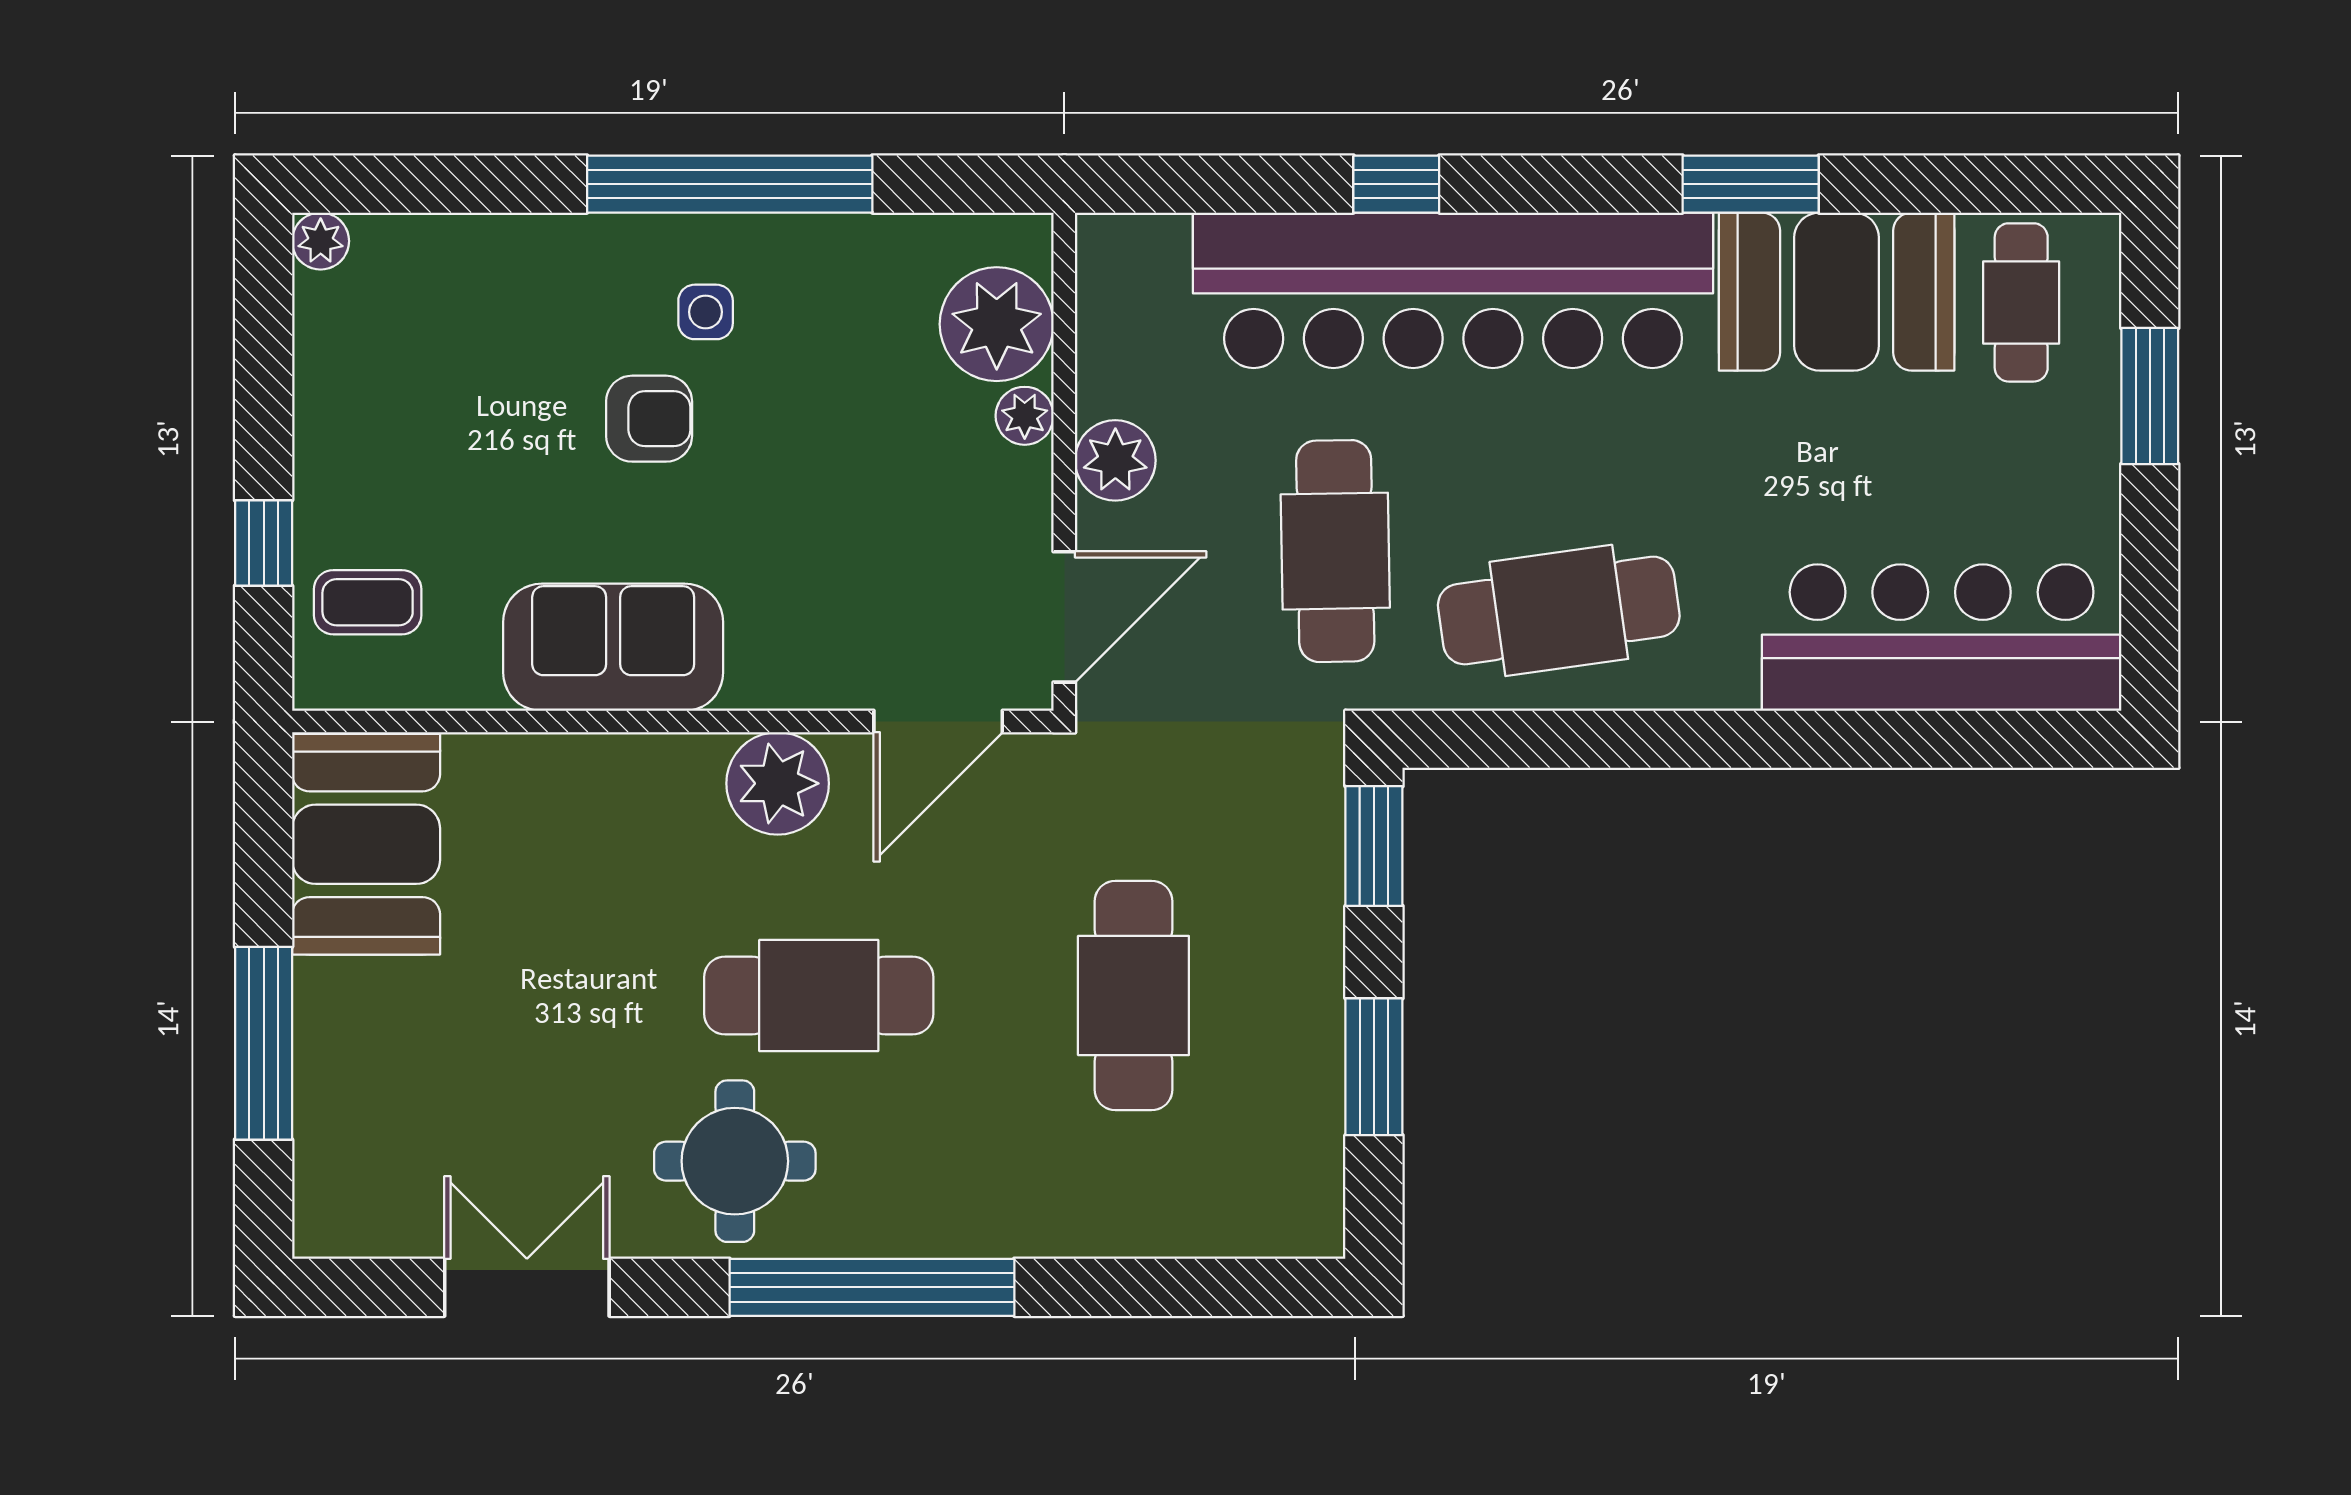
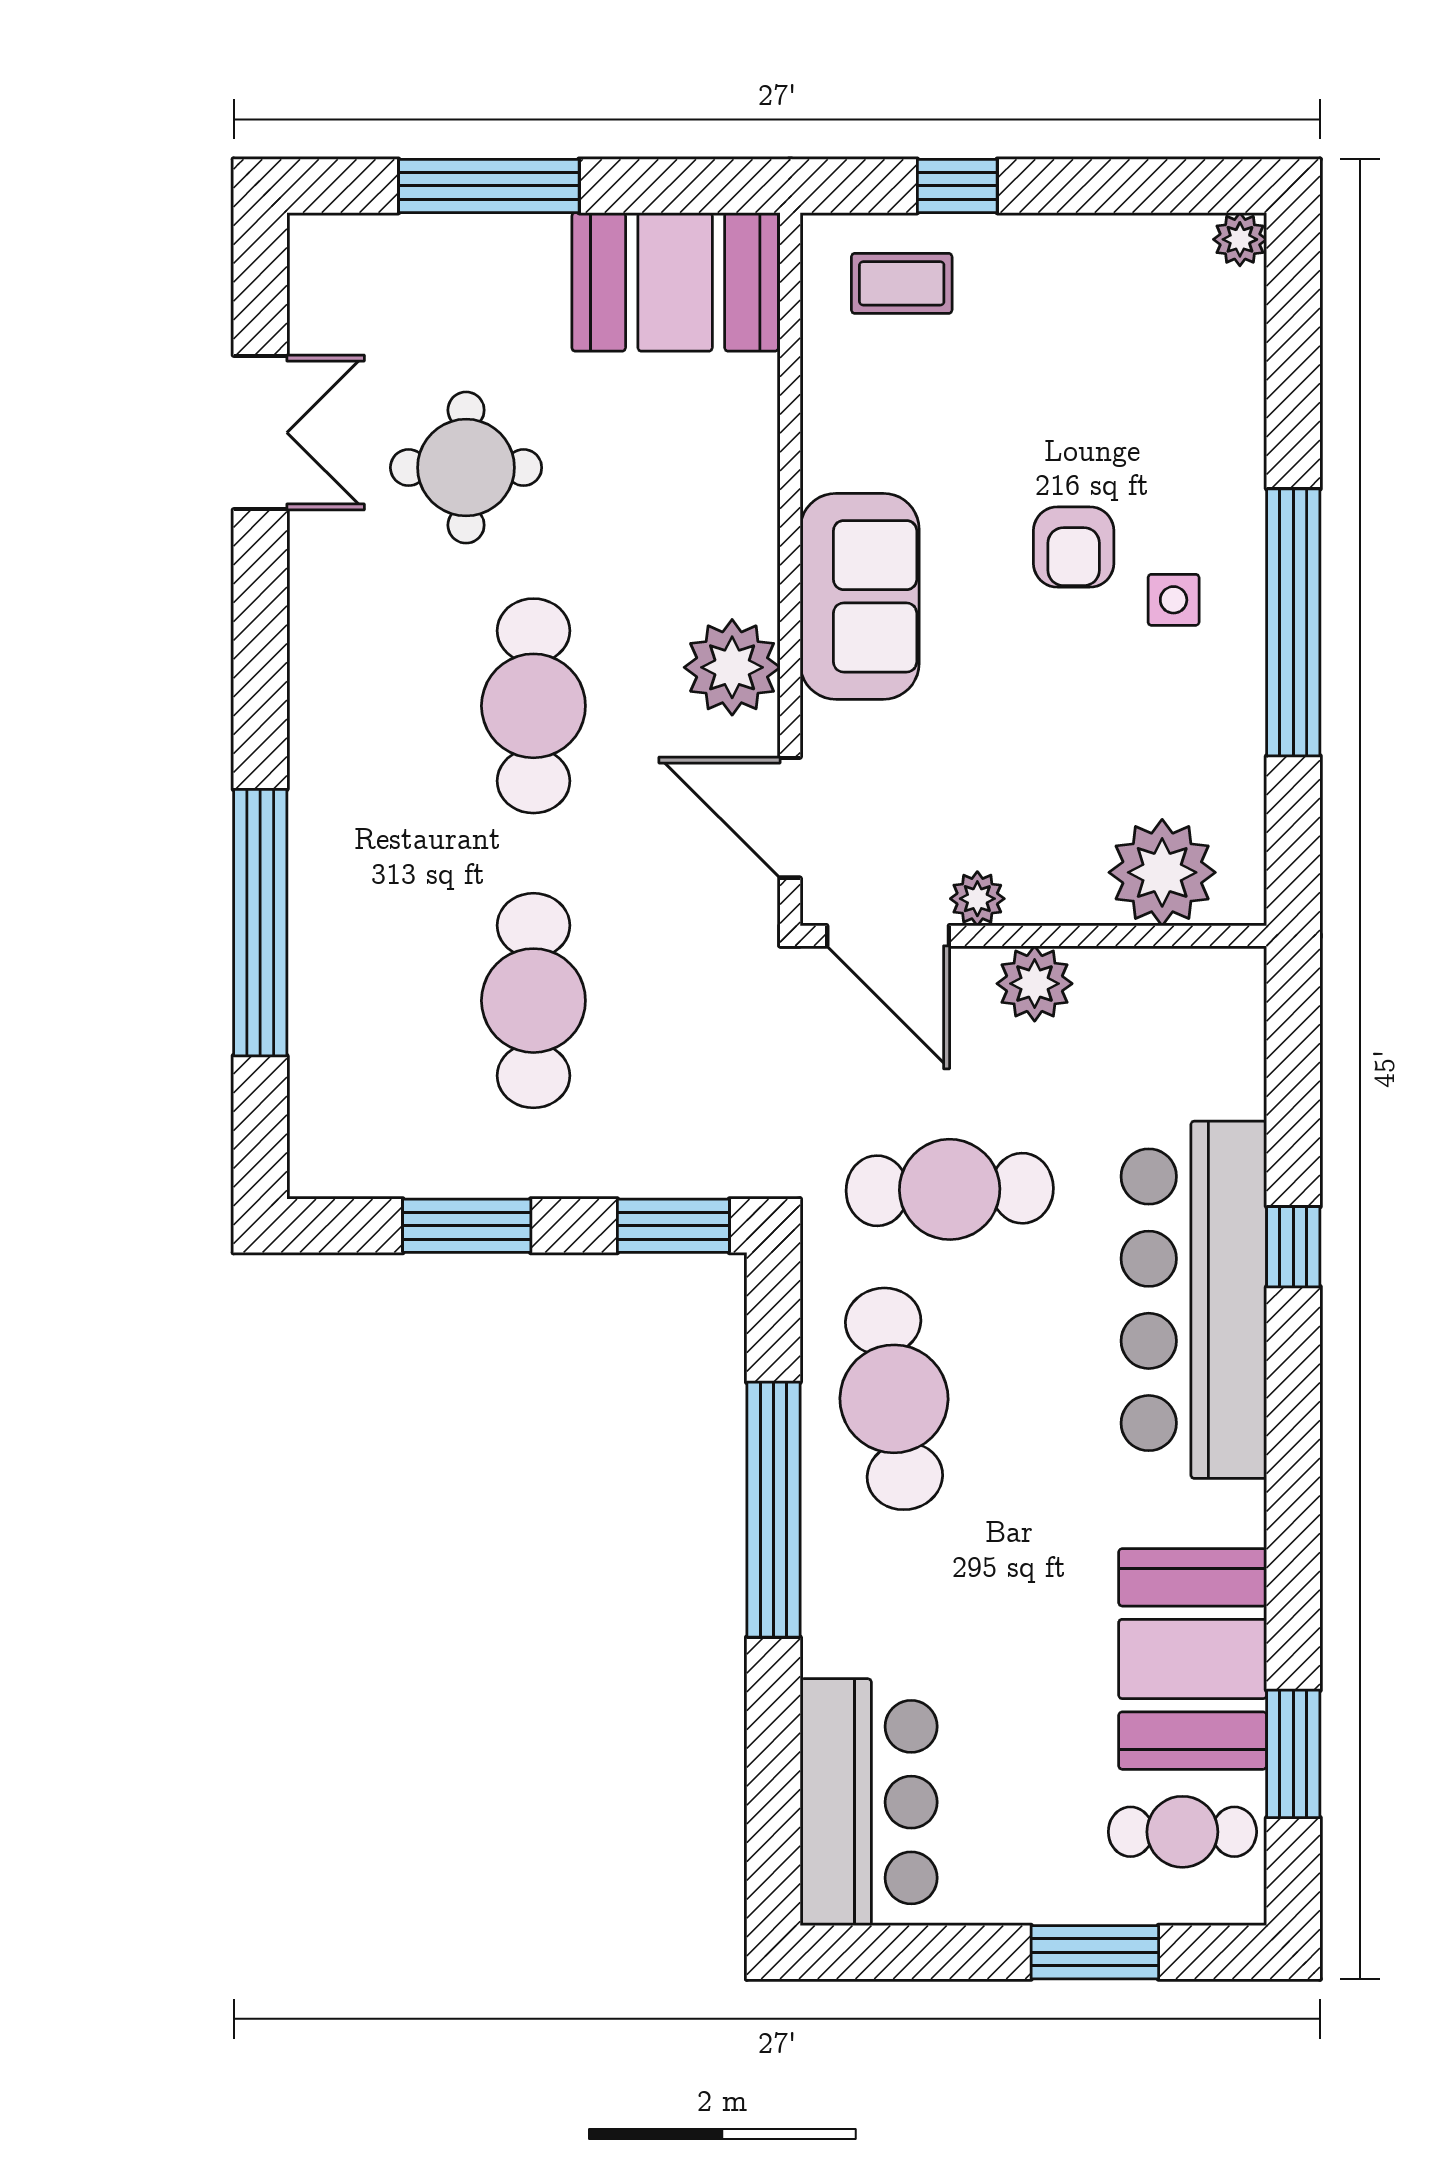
window: (1751, 184) -> (1293, 1754), moved
bar counter: (1453, 290) -> (1194, 1300), width x0.73
plant: (1025, 416) -> (977, 899), moved
coffee table: (368, 602) -> (902, 283), turned 90
bar counter: (1942, 638) -> (869, 1802), width x0.73
sofa: (613, 647) -> (860, 596), moved
window: (1677, 739) -> (773, 1510), added
cafe table: (1133, 995) -> (533, 1001), turned 90
round table: (735, 1161) -> (466, 468), moved
window: (872, 1287) -> (260, 923), moved

